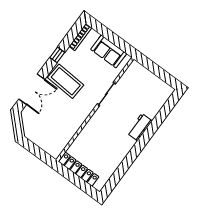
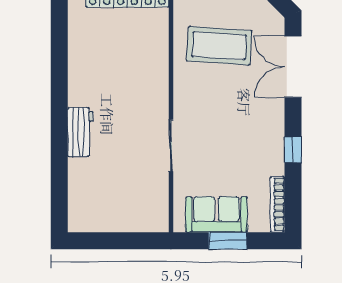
window: (112, 37) -> (228, 241), added
coffee table: (66, 81) -> (219, 46), moved

